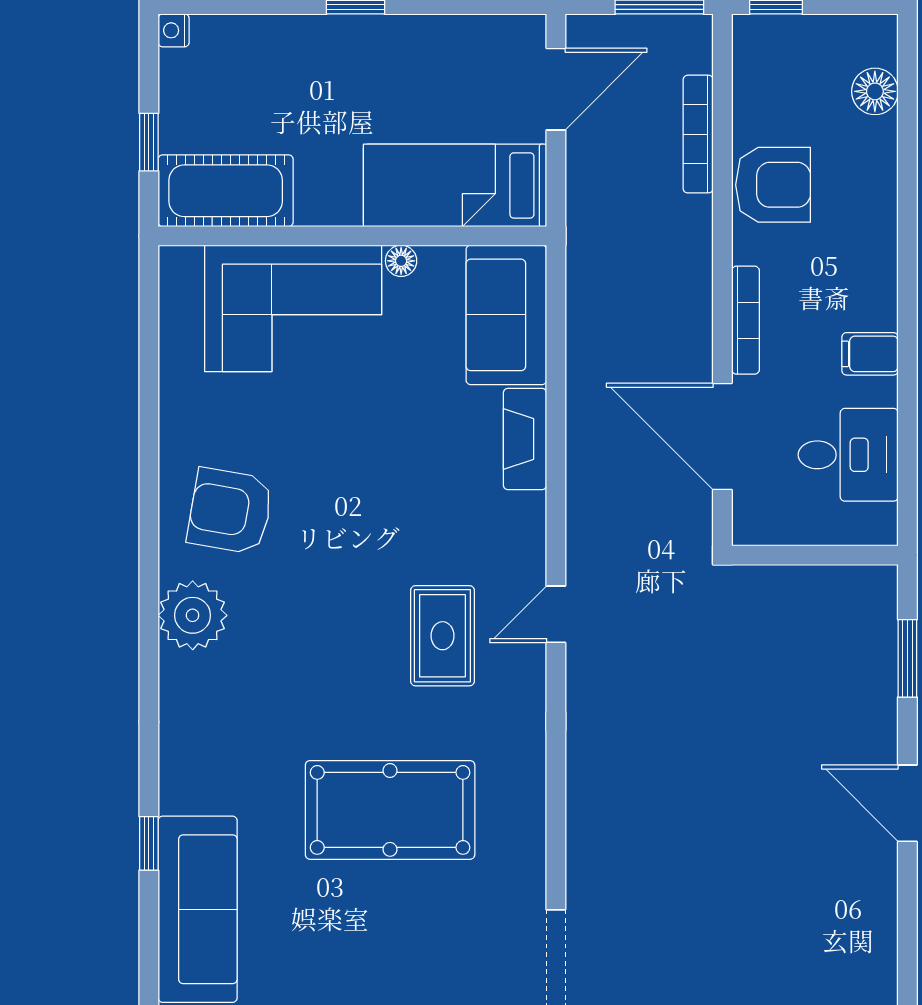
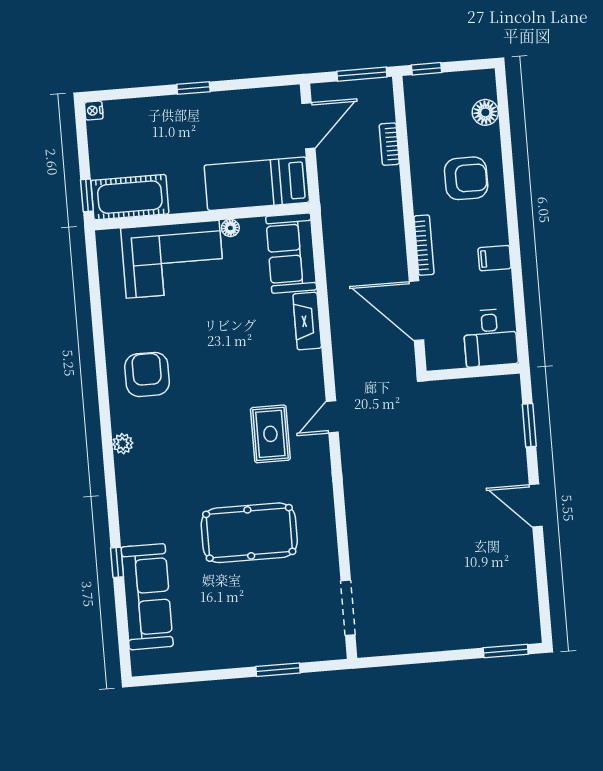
bookcase: (698, 134) -> (389, 144), width x0.64
window: (149, 142) -> (87, 195), moved
armchair: (773, 185) -> (466, 178), moved
desk: (848, 455) -> (490, 338), moved, turned 90
armchair: (230, 511) -> (147, 374), turned 80
plant: (193, 615) -> (123, 444), width x0.53, depth x0.53

